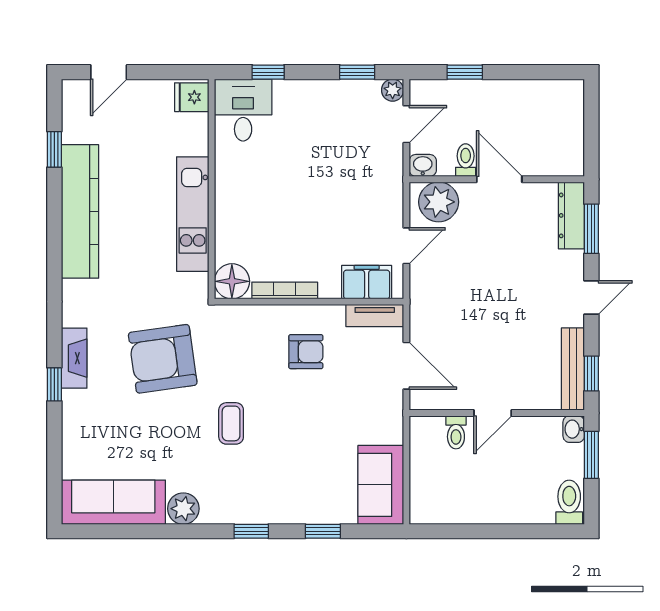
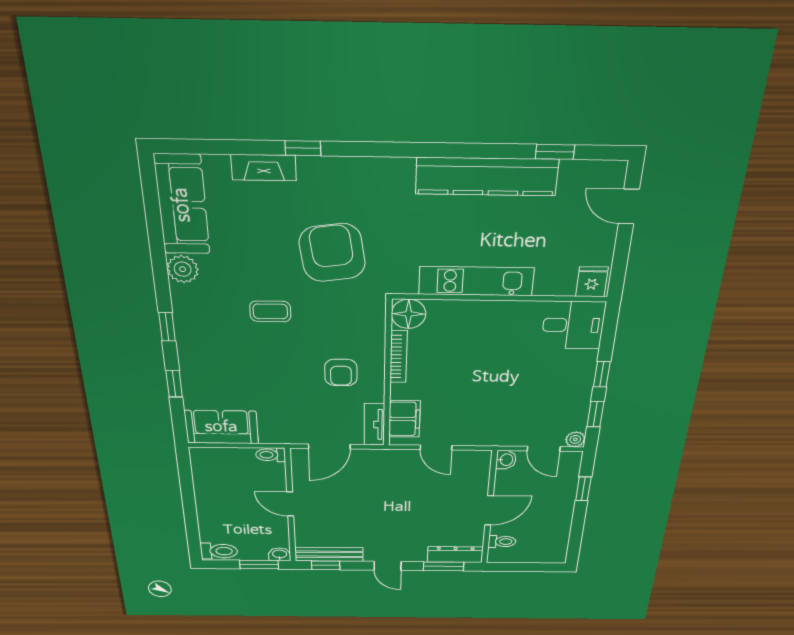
window: (268, 72) -> (602, 374), moved
toilet: (466, 160) -> (502, 542), moved
plant: (439, 202) -> (473, 470), removed
fireplace: (74, 358) -> (264, 168), moved
toilet: (456, 432) -> (271, 455), moved

